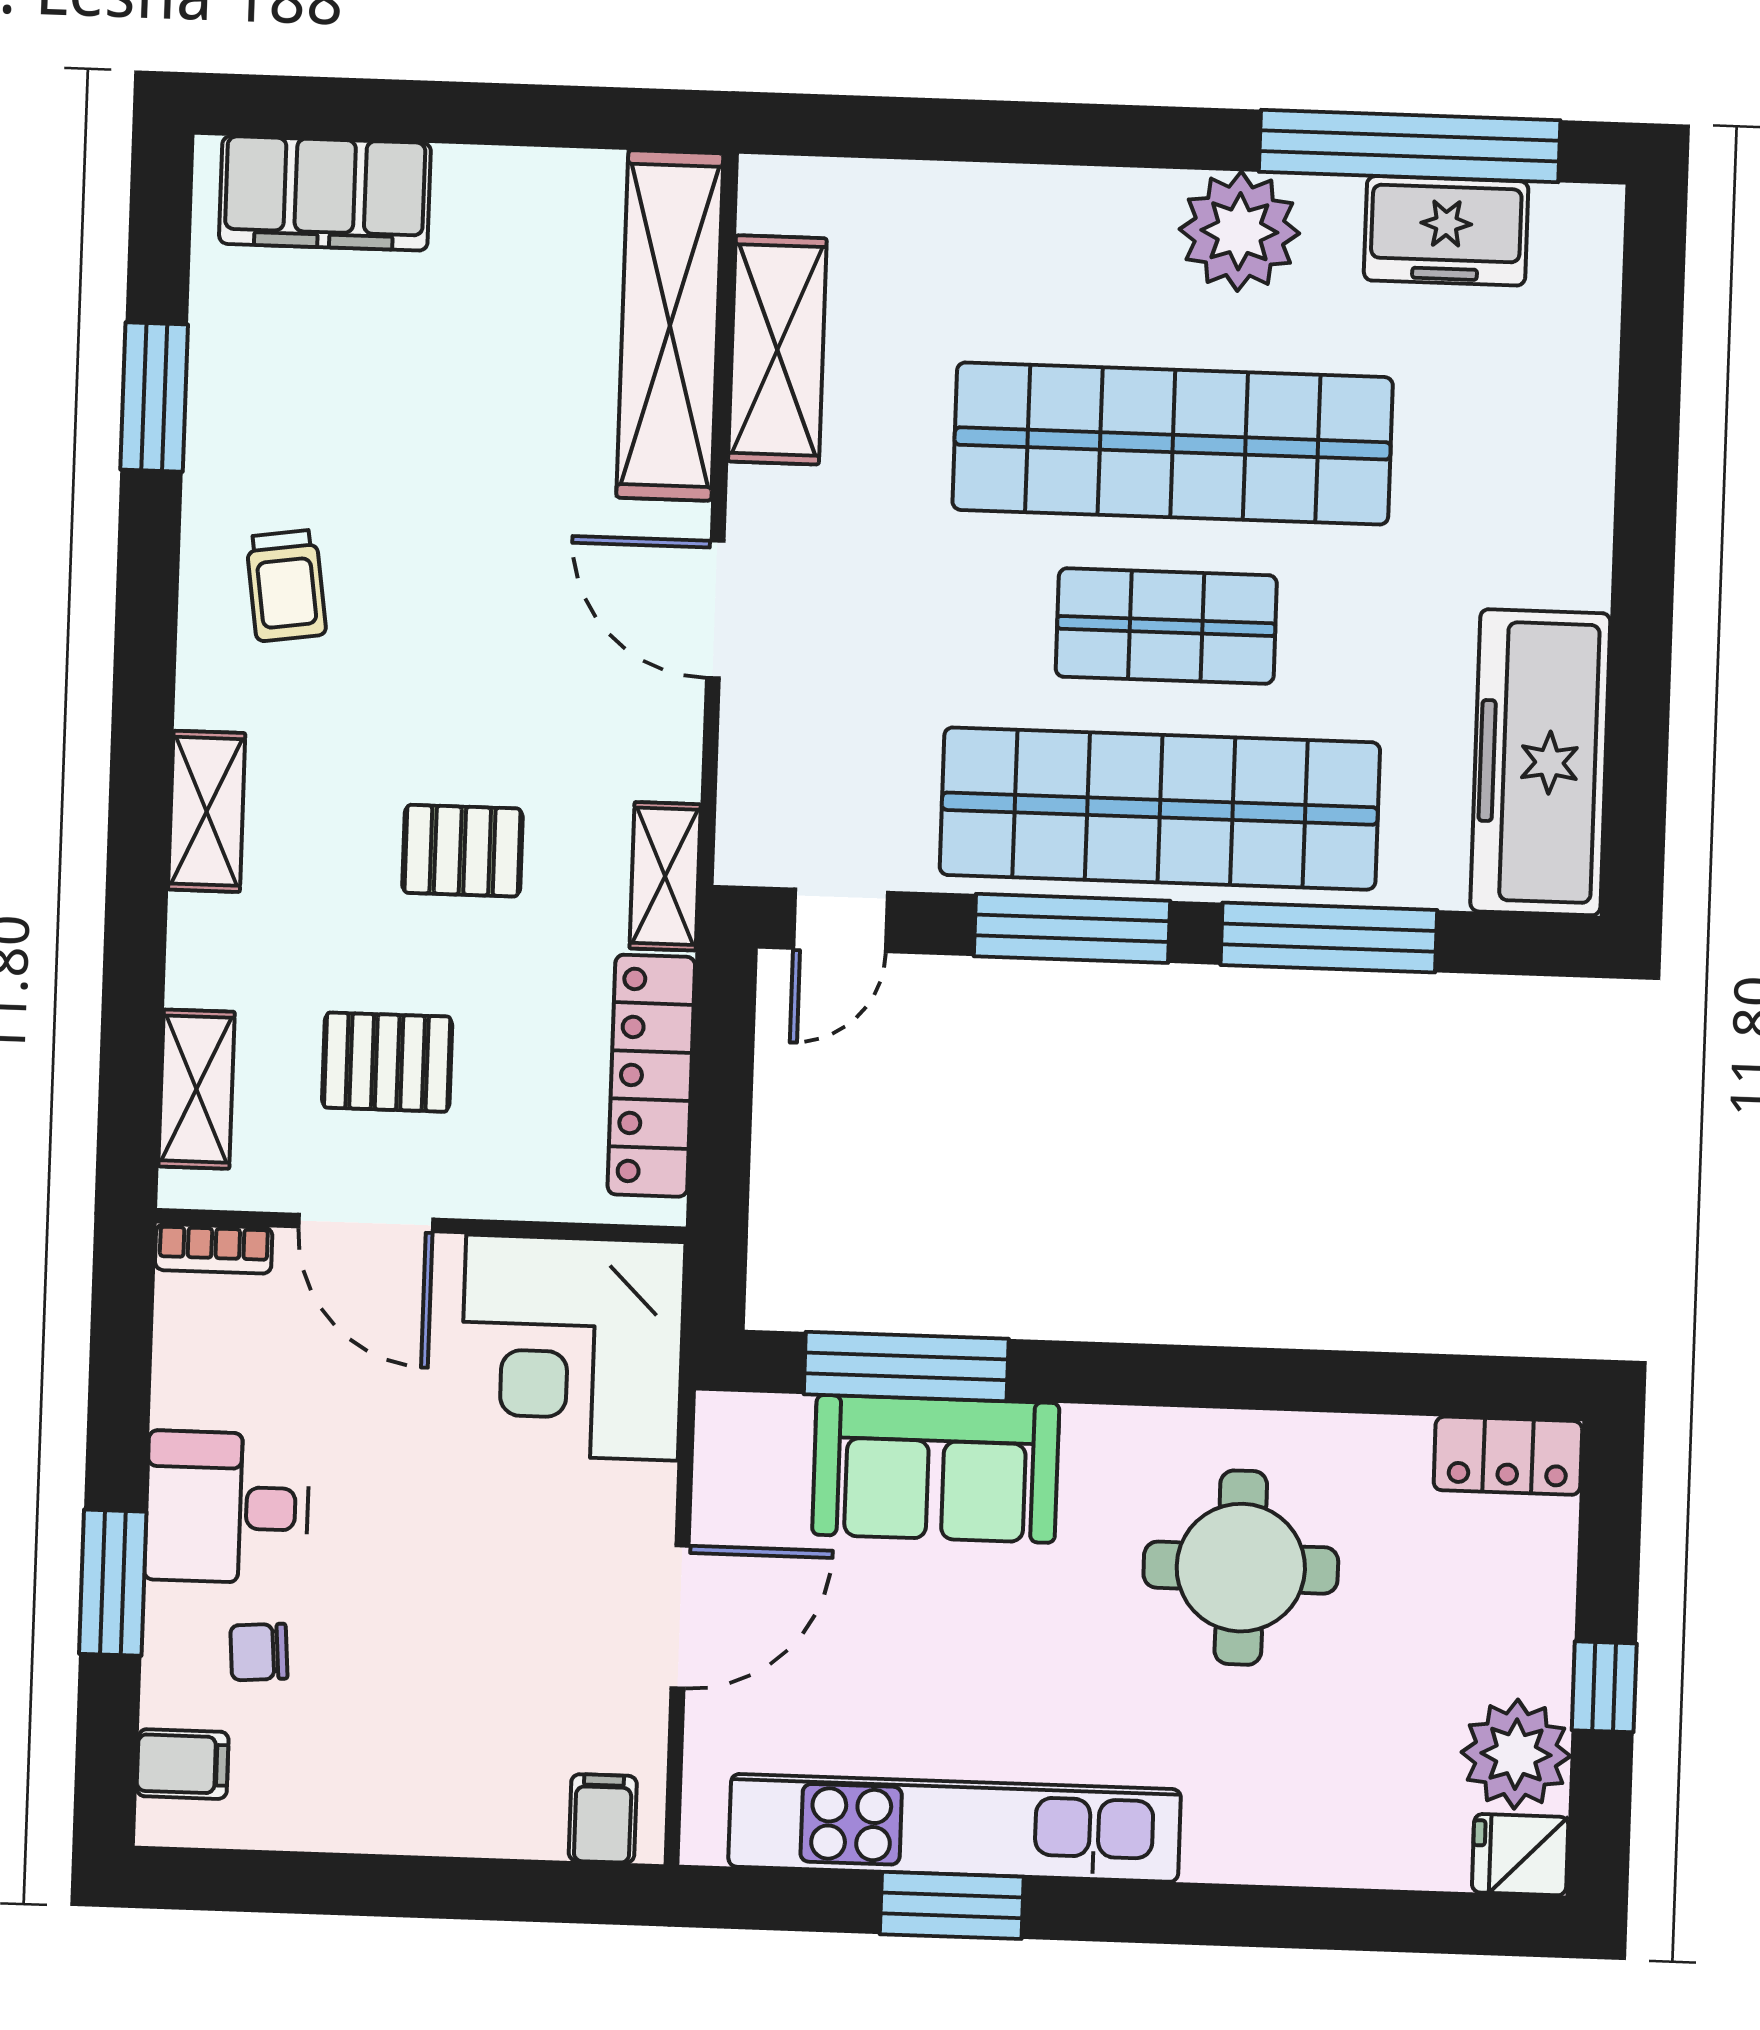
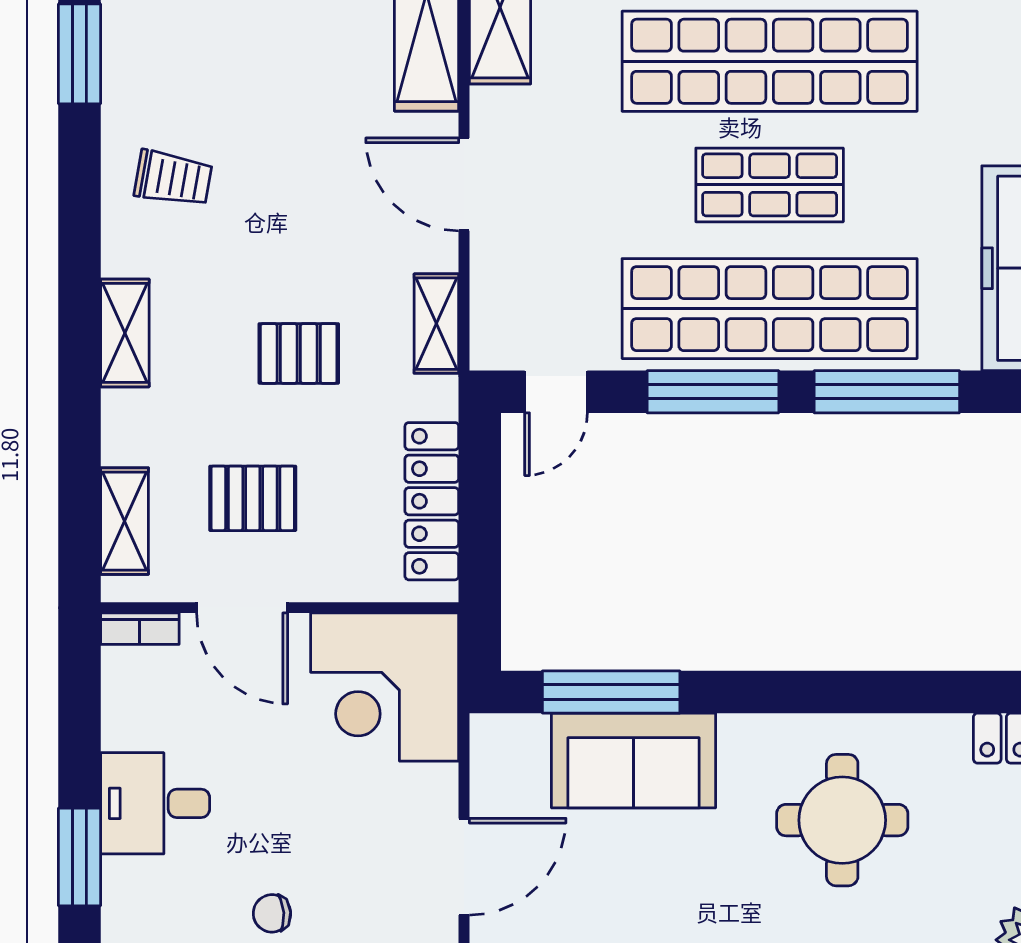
trolley: (286, 586) -> (173, 178), turned -72
shelving: (665, 876) -> (436, 324), moved
chair: (259, 1652) -> (272, 913), moved

